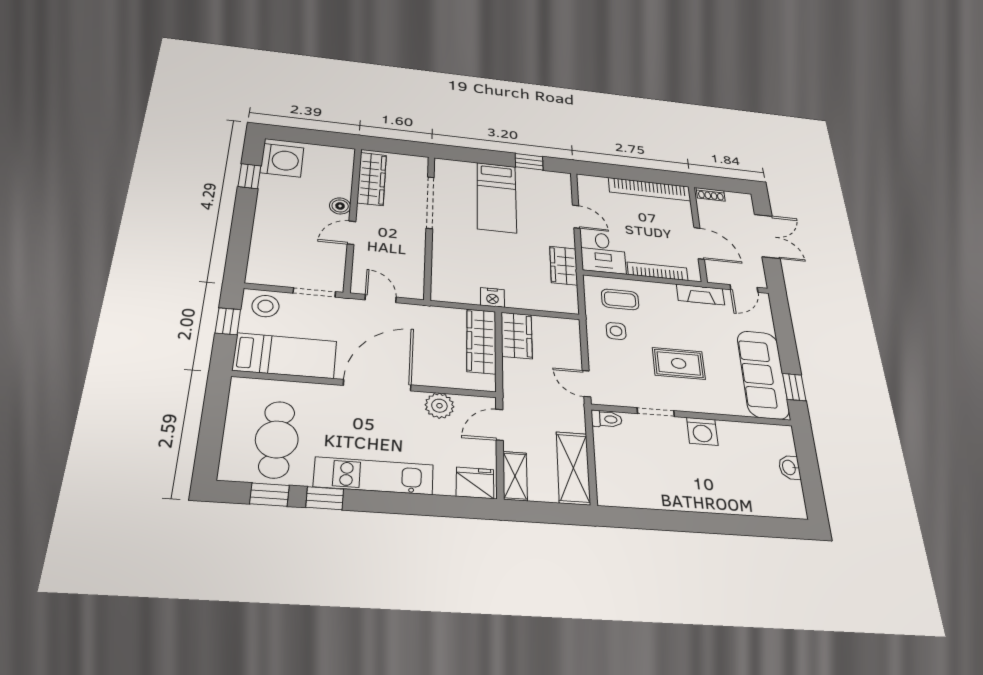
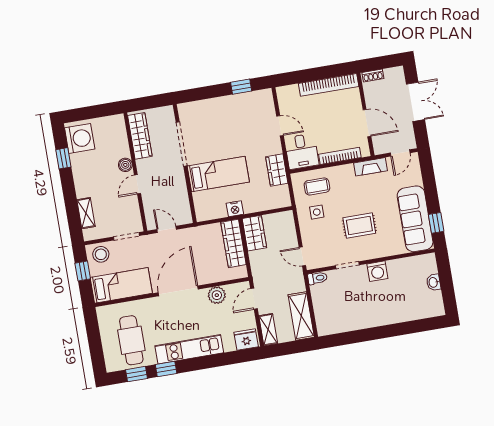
bed: (497, 197) -> (218, 174), moved, turned -90
shelving: (260, 248) -> (86, 213), added

